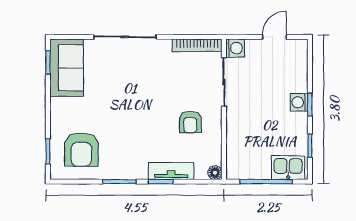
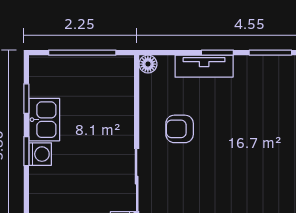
armchair: (190, 122) -> (180, 129), turned -90
kitchen sink: (288, 168) -> (44, 120), moved, turned -90

